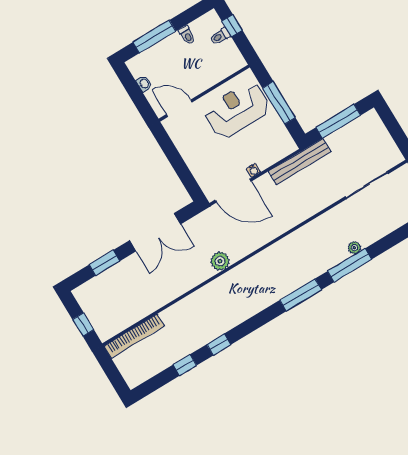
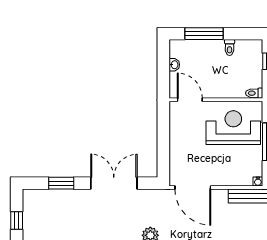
toilet: (220, 36) -> (254, 93), moved
water cooler: (253, 170) -> (258, 181), moved
double door: (155, 232) -> (114, 183), swing flipped

